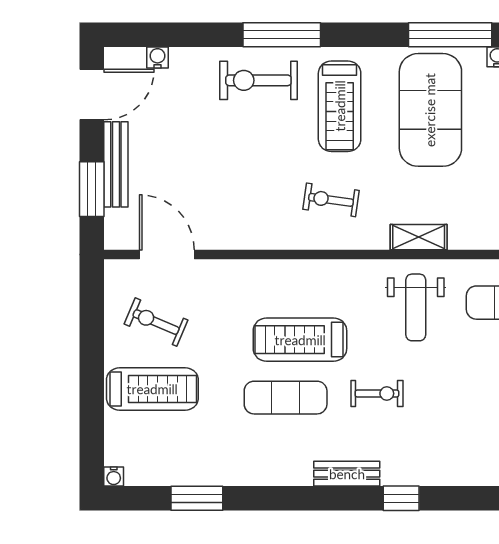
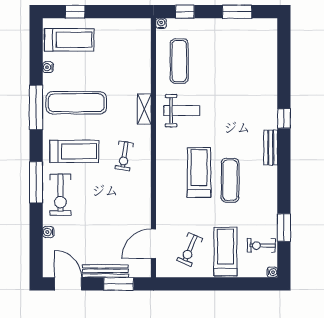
window: (450, 35) -> (36, 107), moved
water cooler: (158, 58) -> (48, 232), moved
exercise mat: (430, 110) -> (76, 103), width x0.68
treadmill: (300, 340) -> (199, 173), turned 180
exercise bike: (377, 393) -> (261, 246), moved, turned -90

